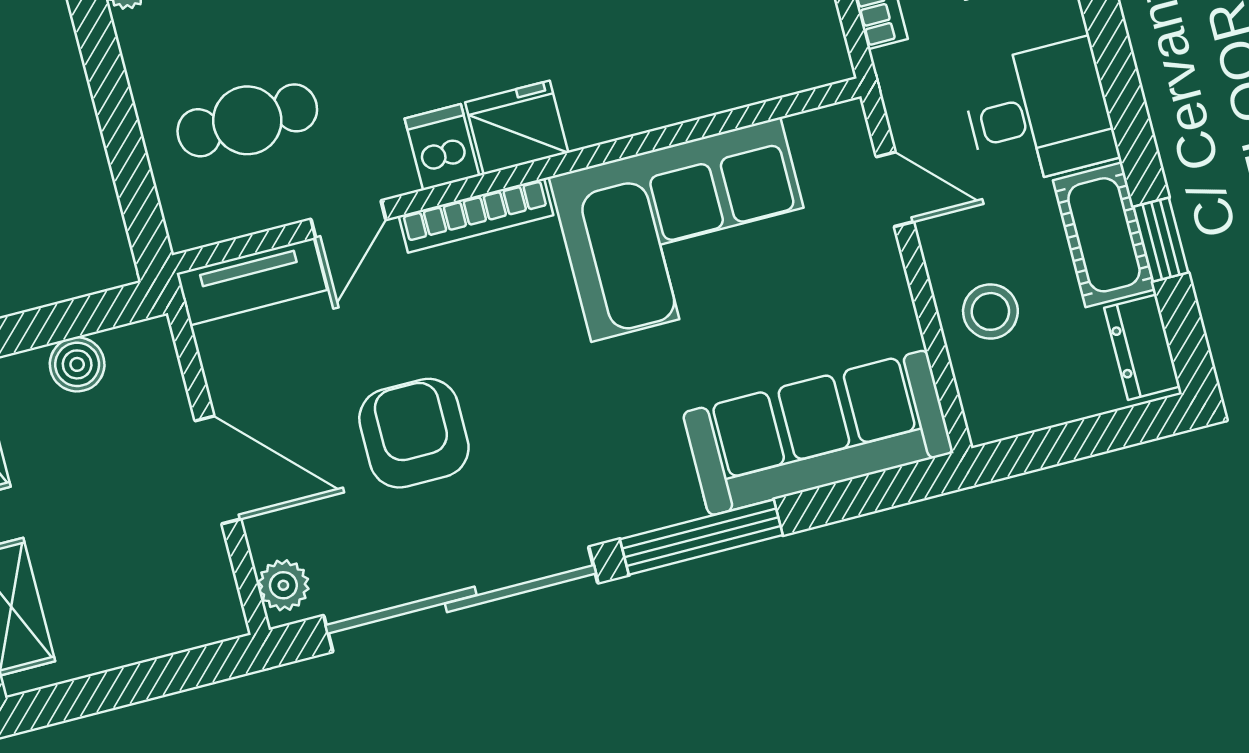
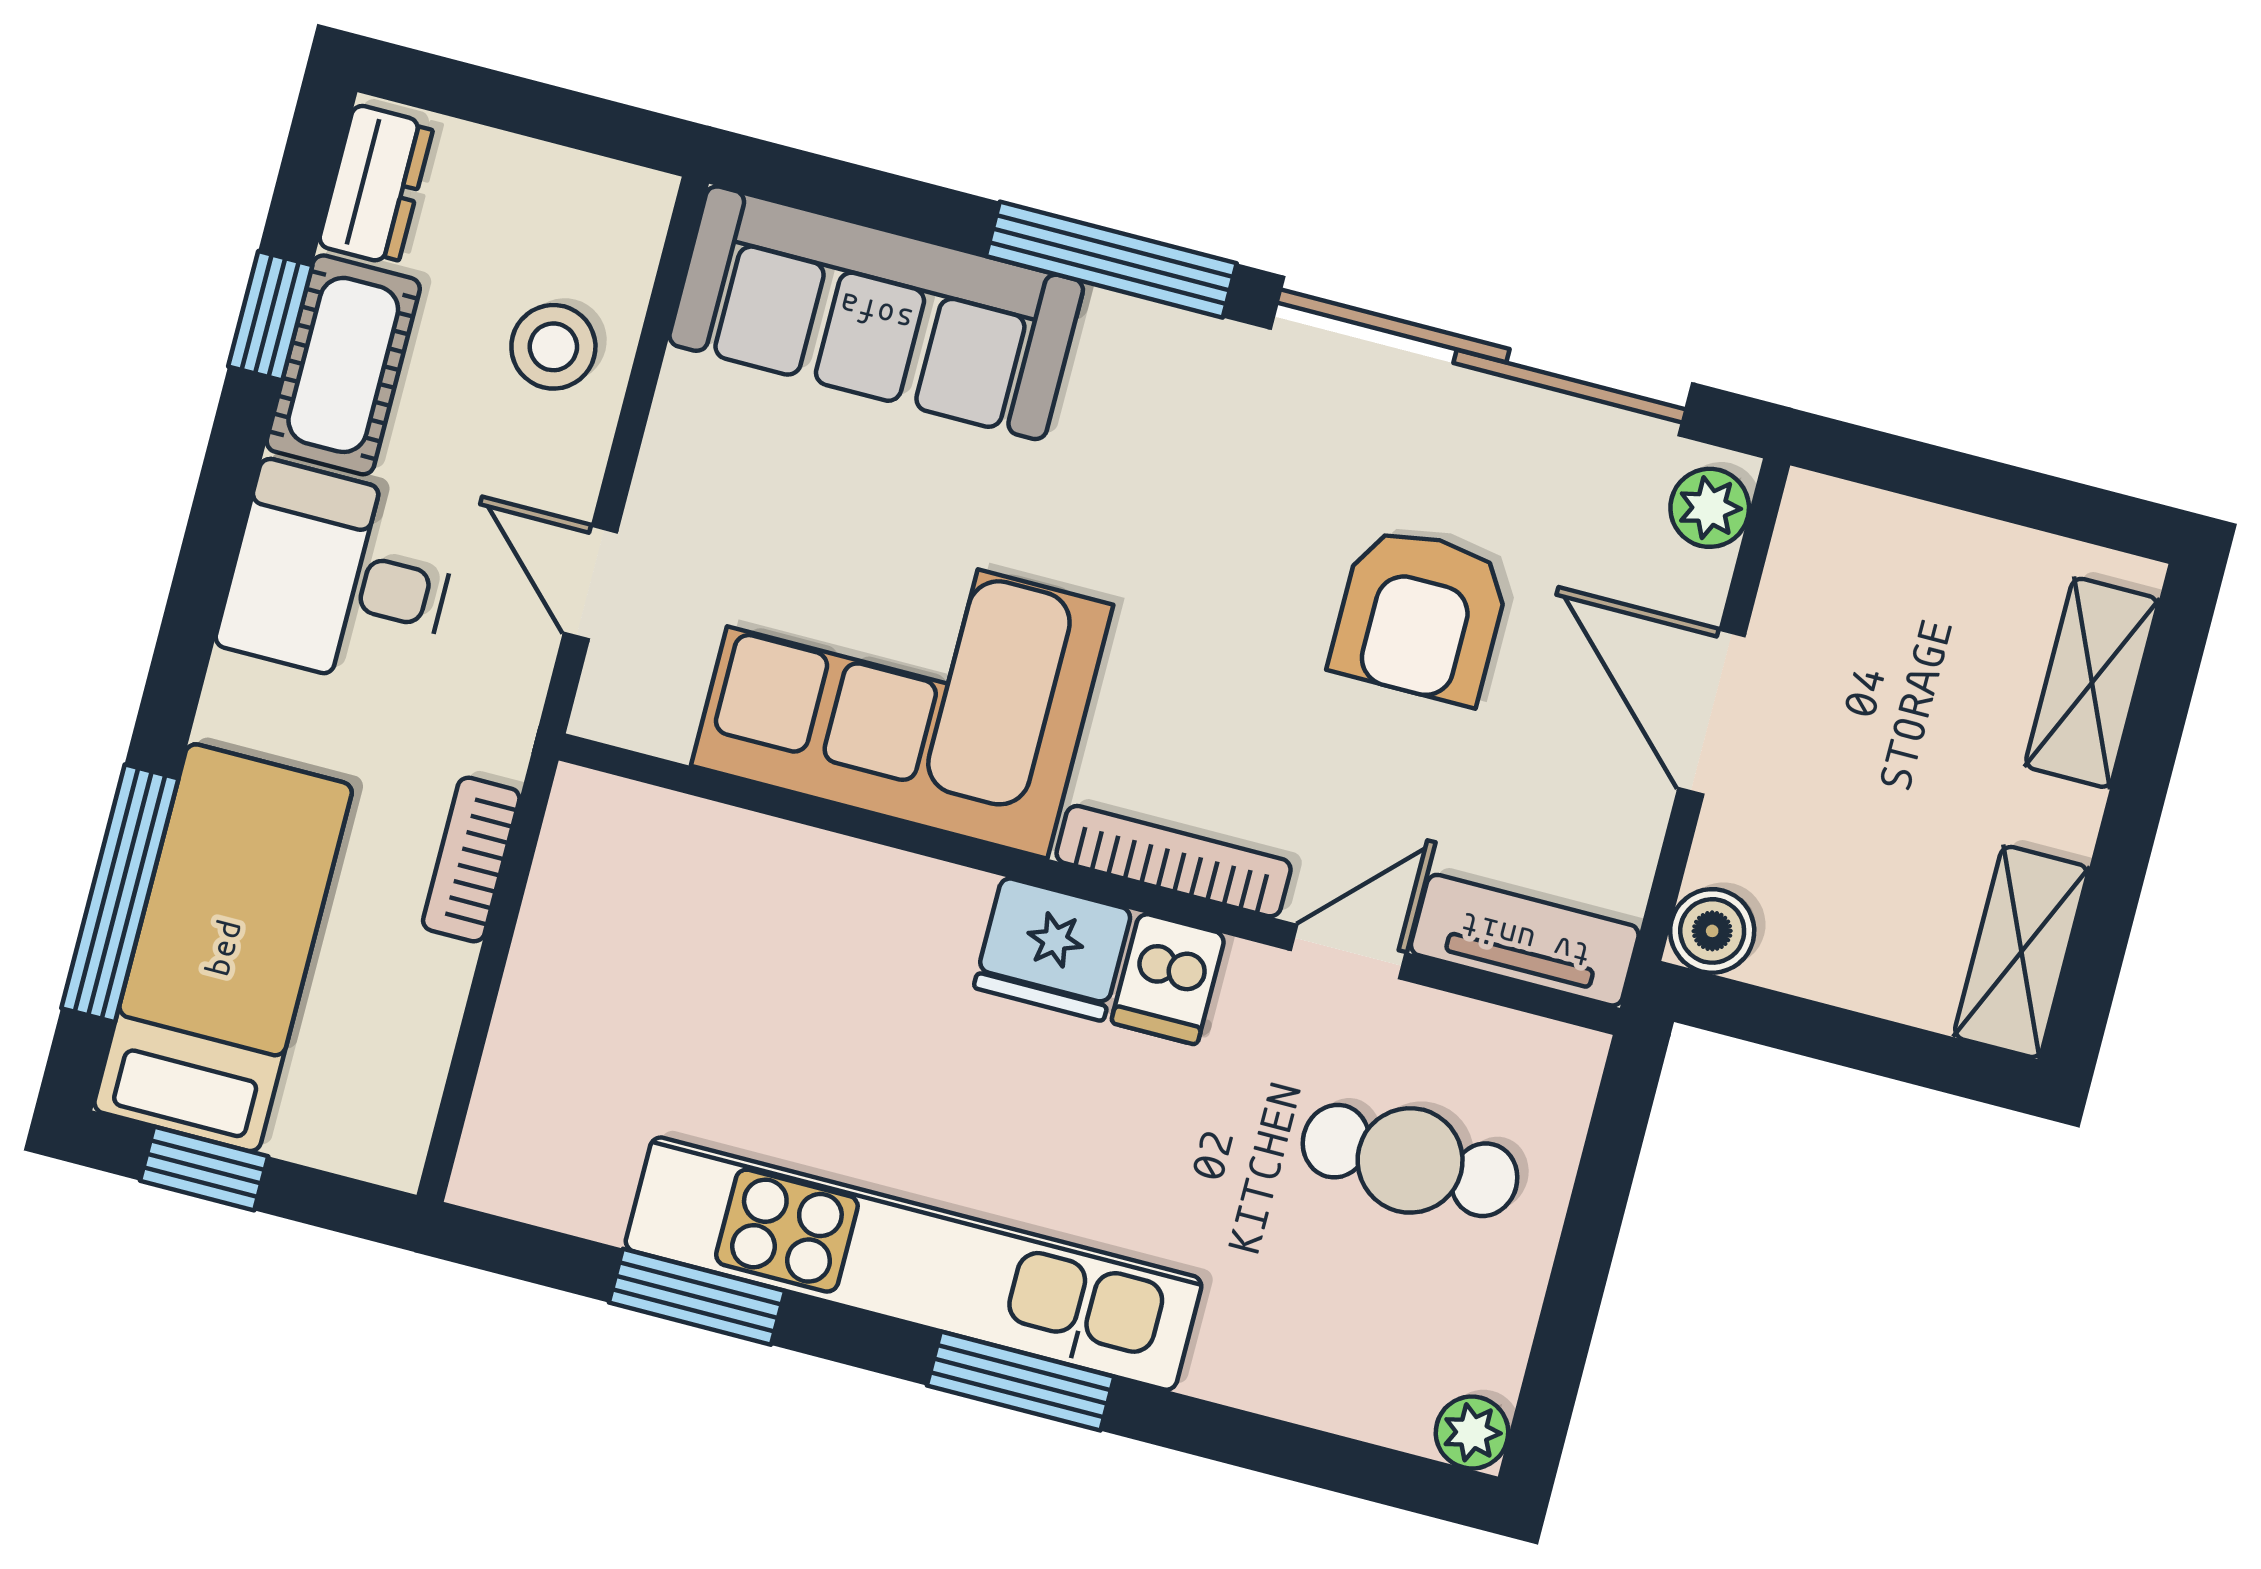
boiler: (77, 364) -> (1712, 931), moved

